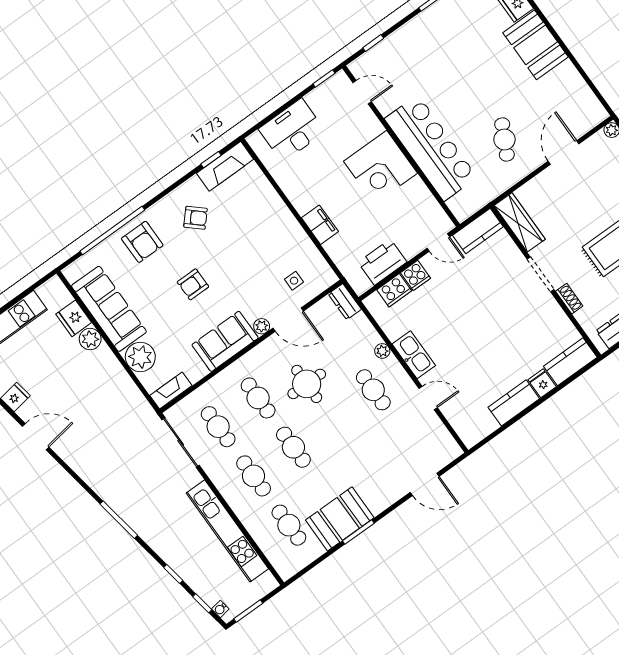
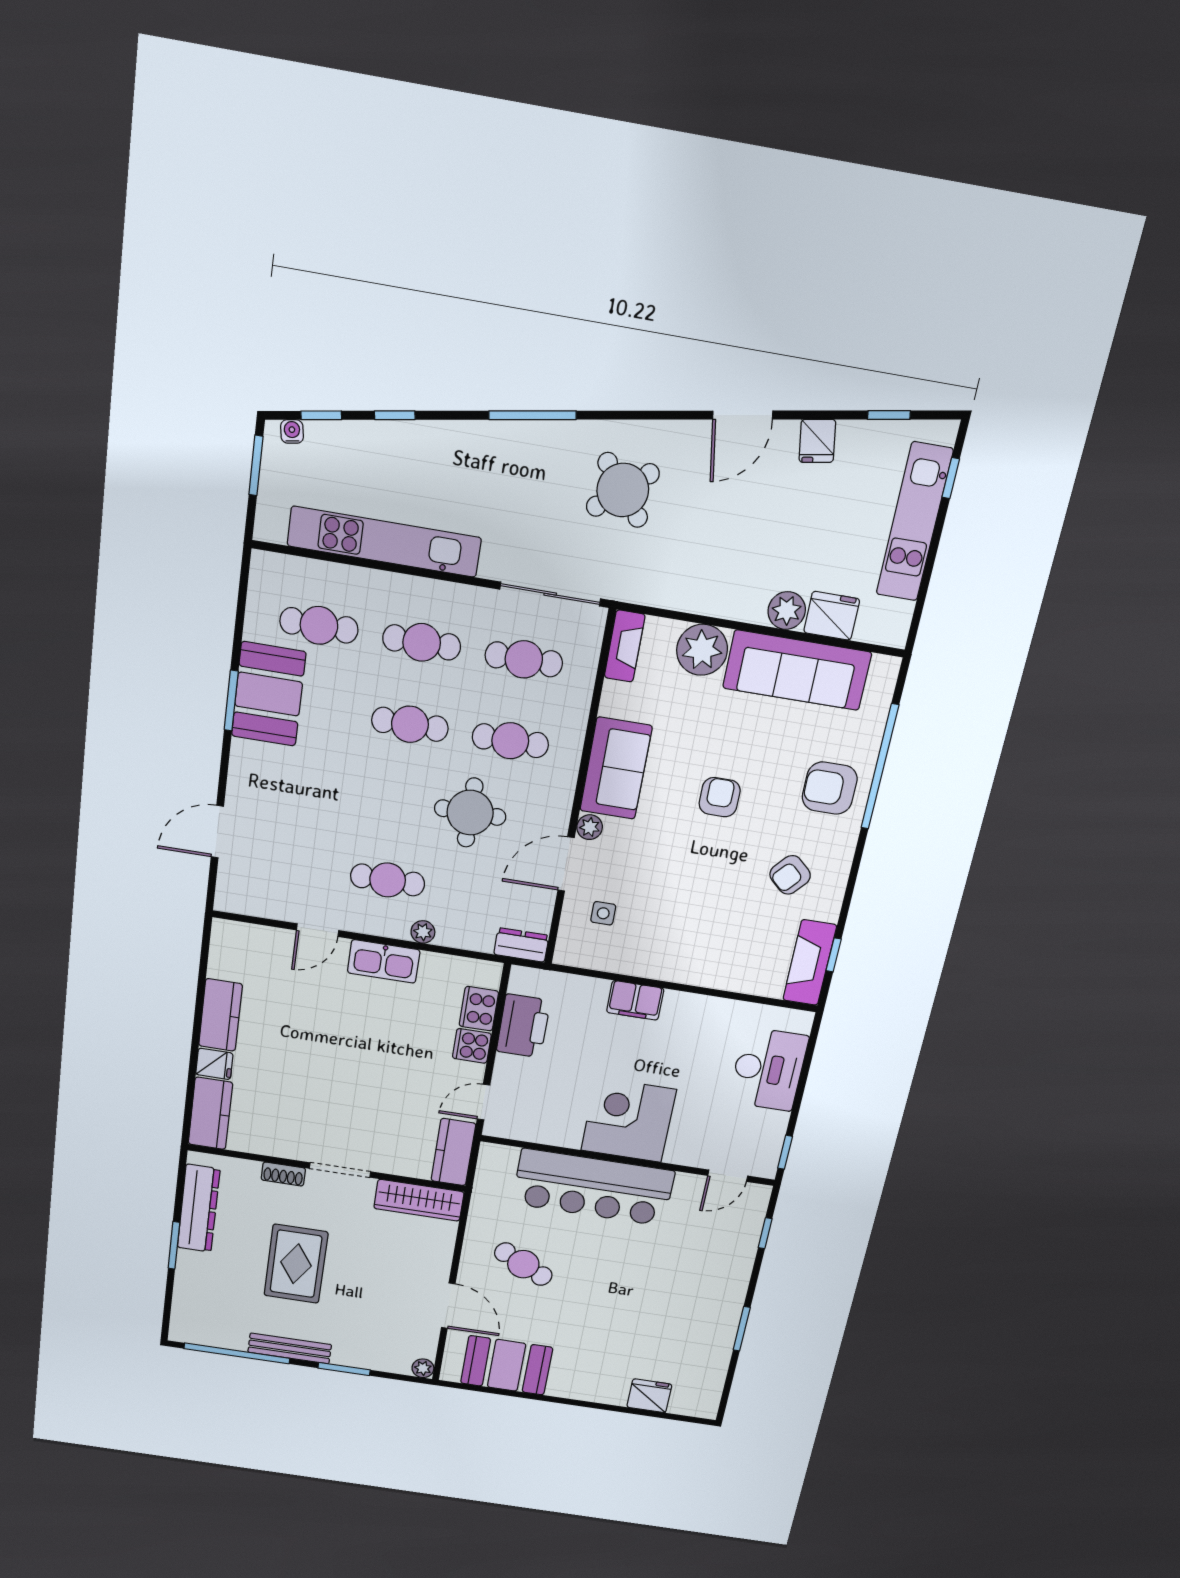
booth: (536, 45) -> (507, 1365), moved
round table: (111, 455) -> (623, 490), added

